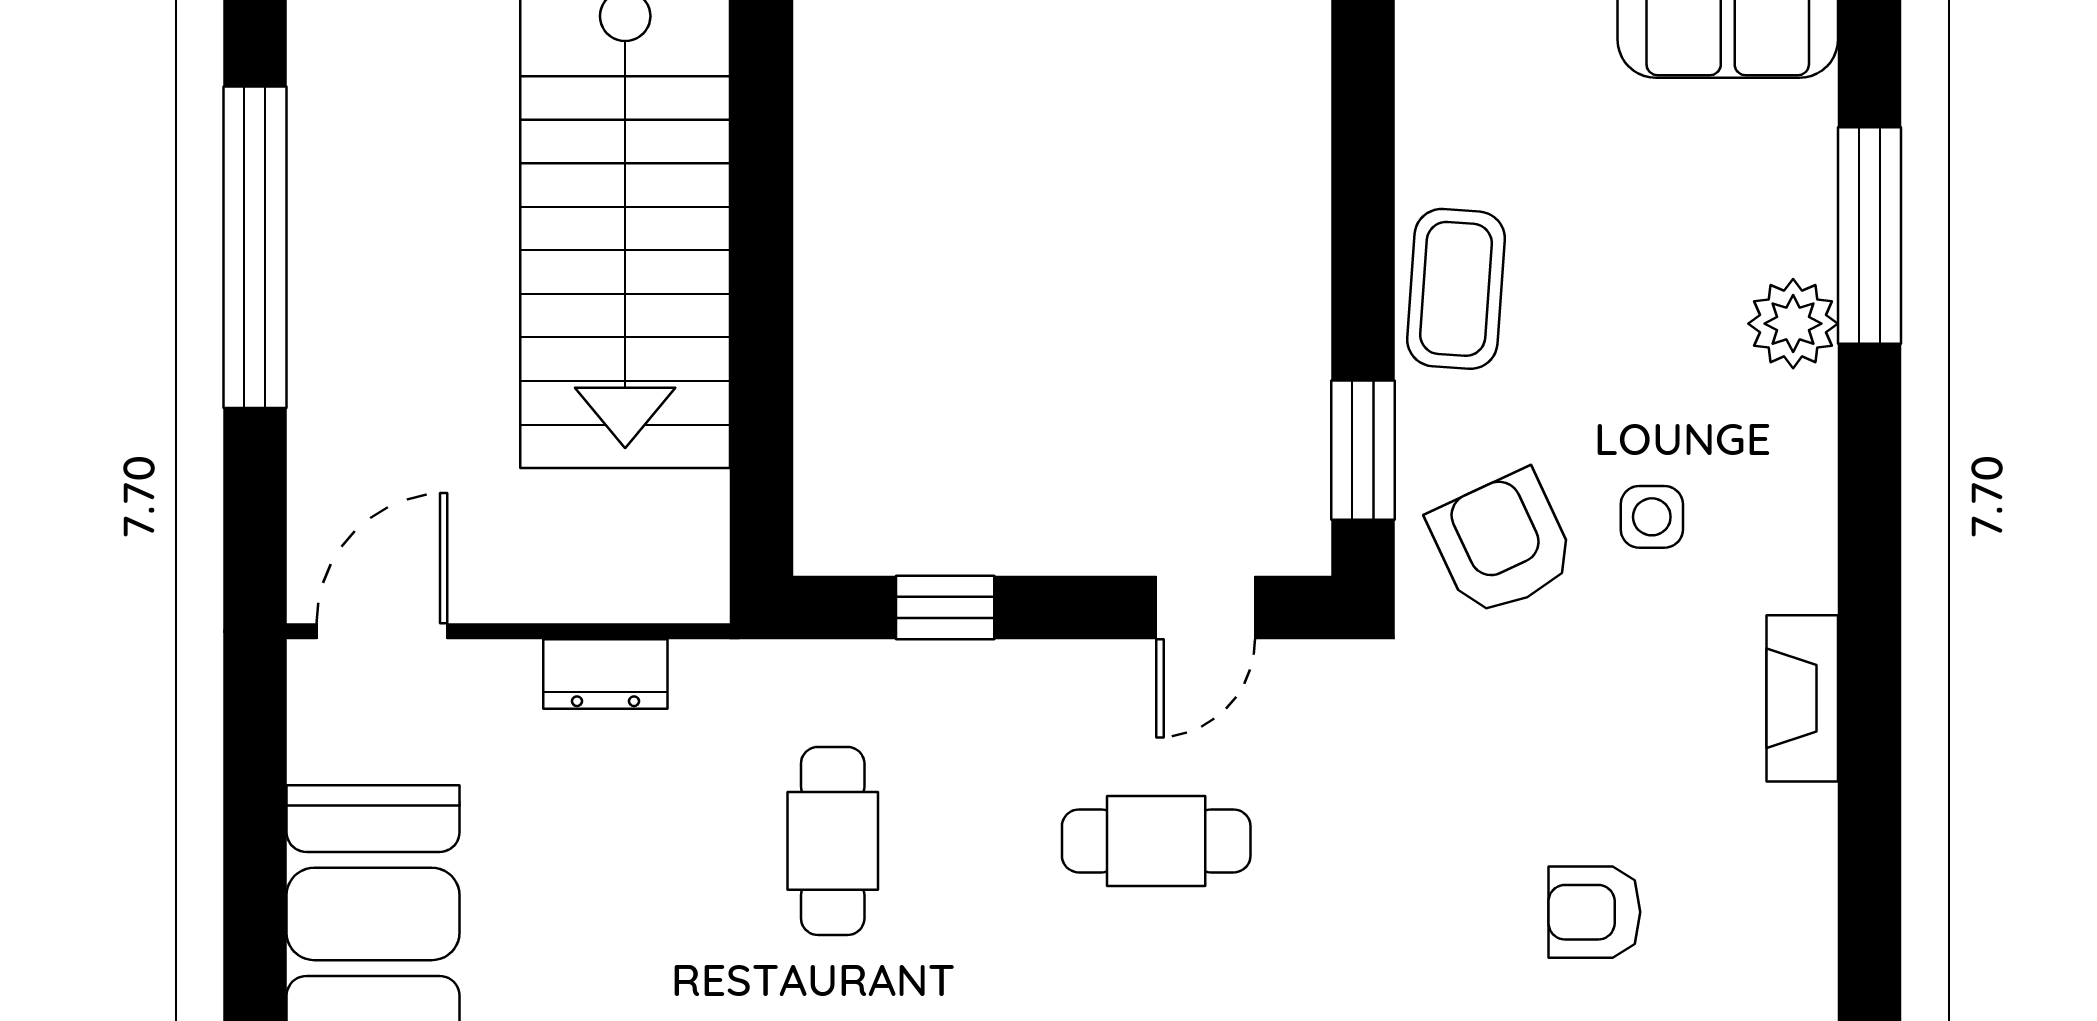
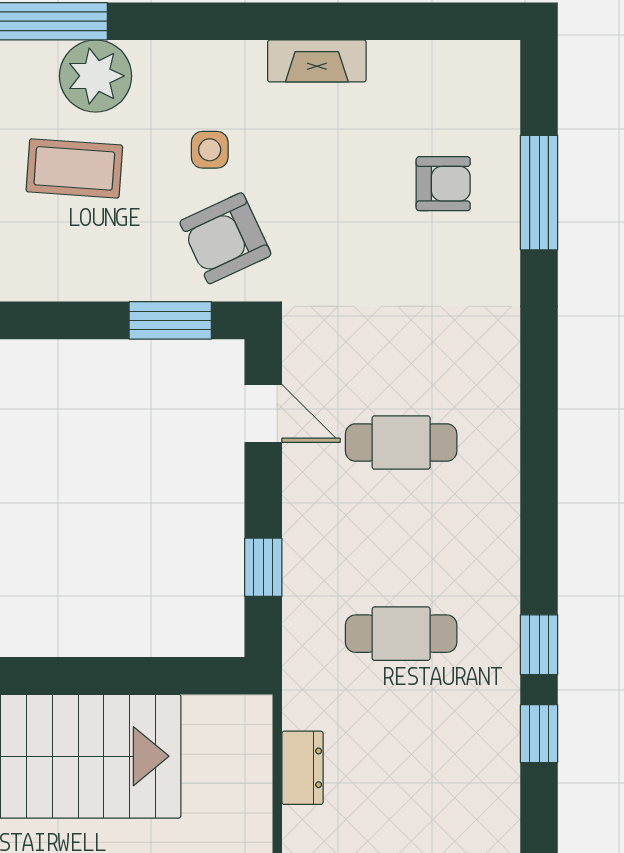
coffee table: (1456, 289) -> (74, 168), moved
plant: (1793, 324) -> (96, 76), width x1.36, depth x1.36
cafe table: (1156, 841) -> (401, 443), turned 90
armchair: (1594, 912) -> (443, 184), turned -90

